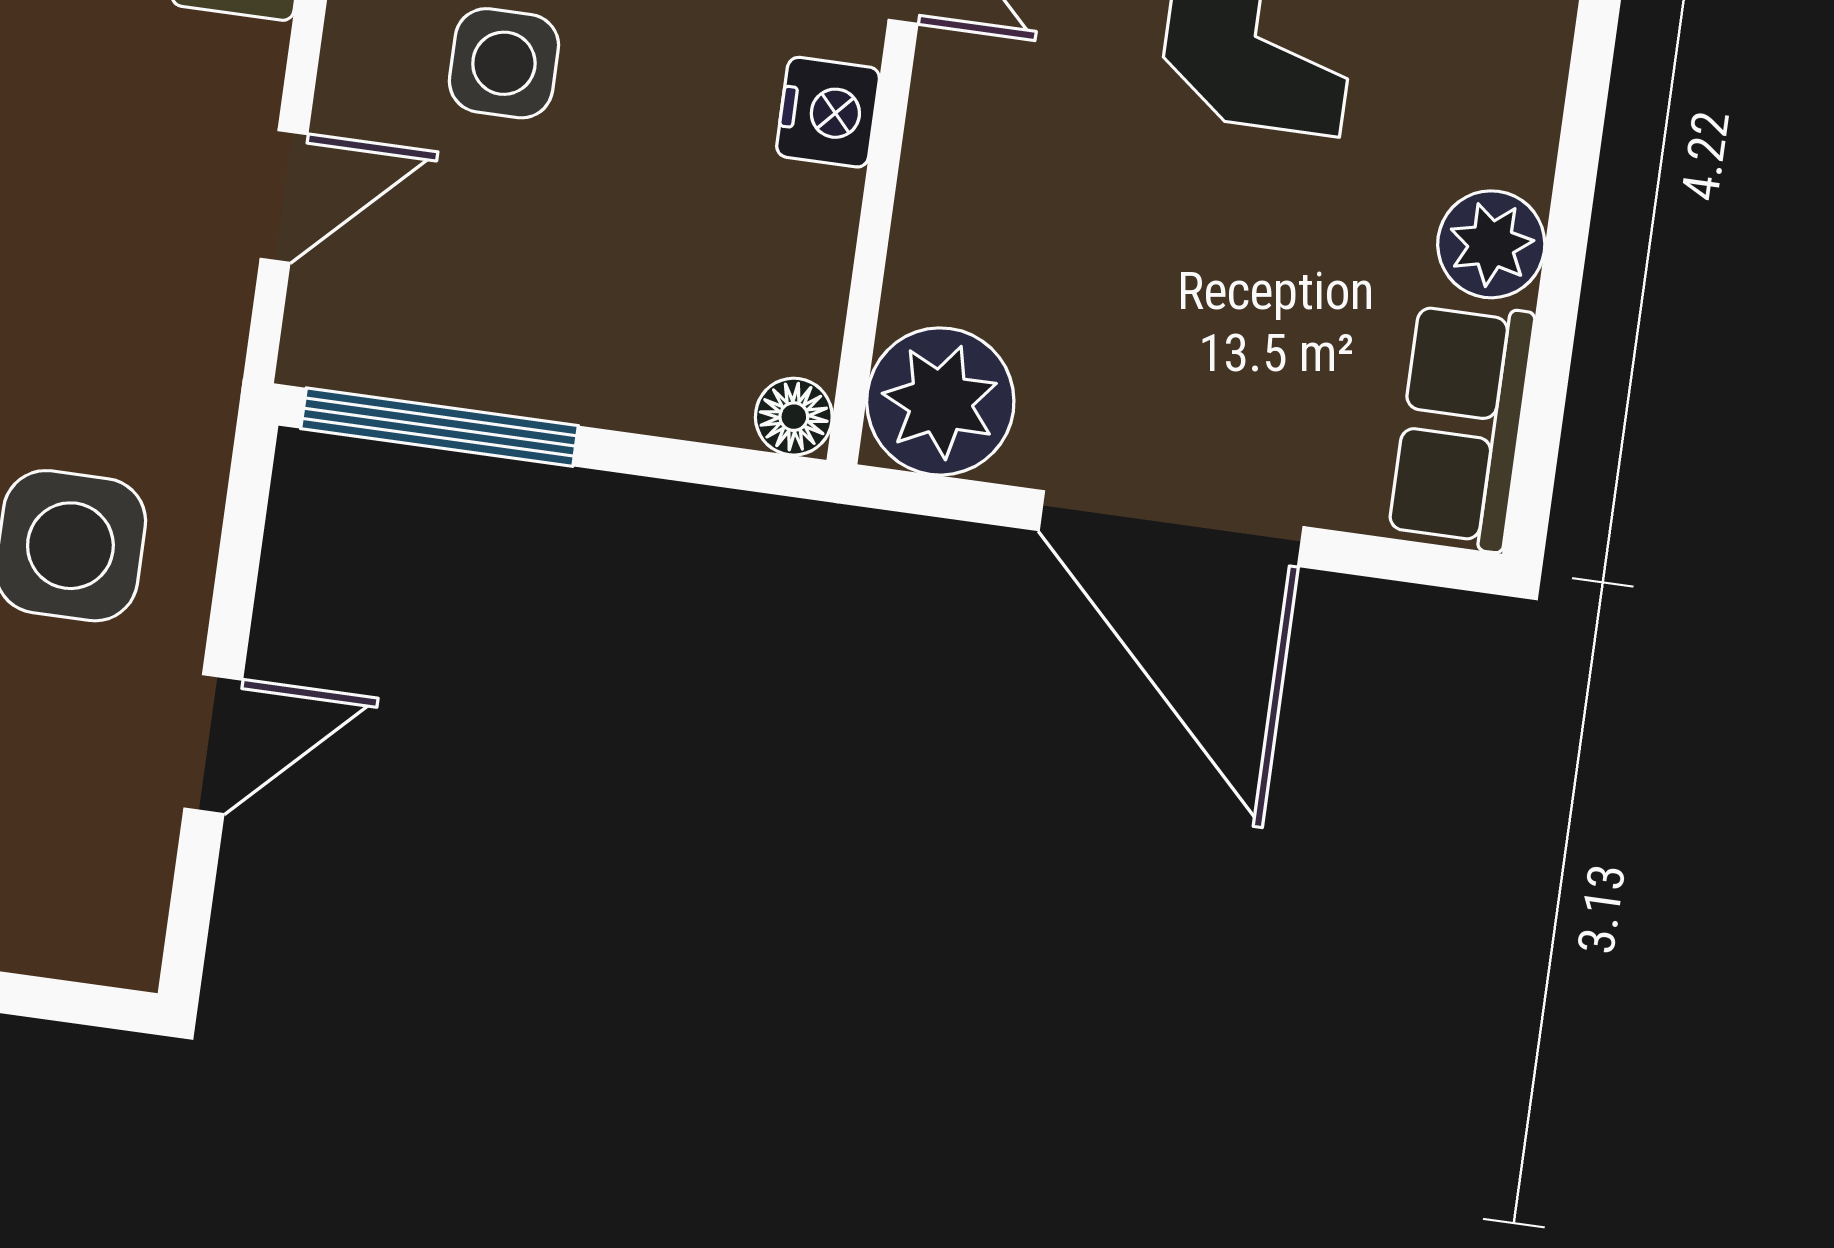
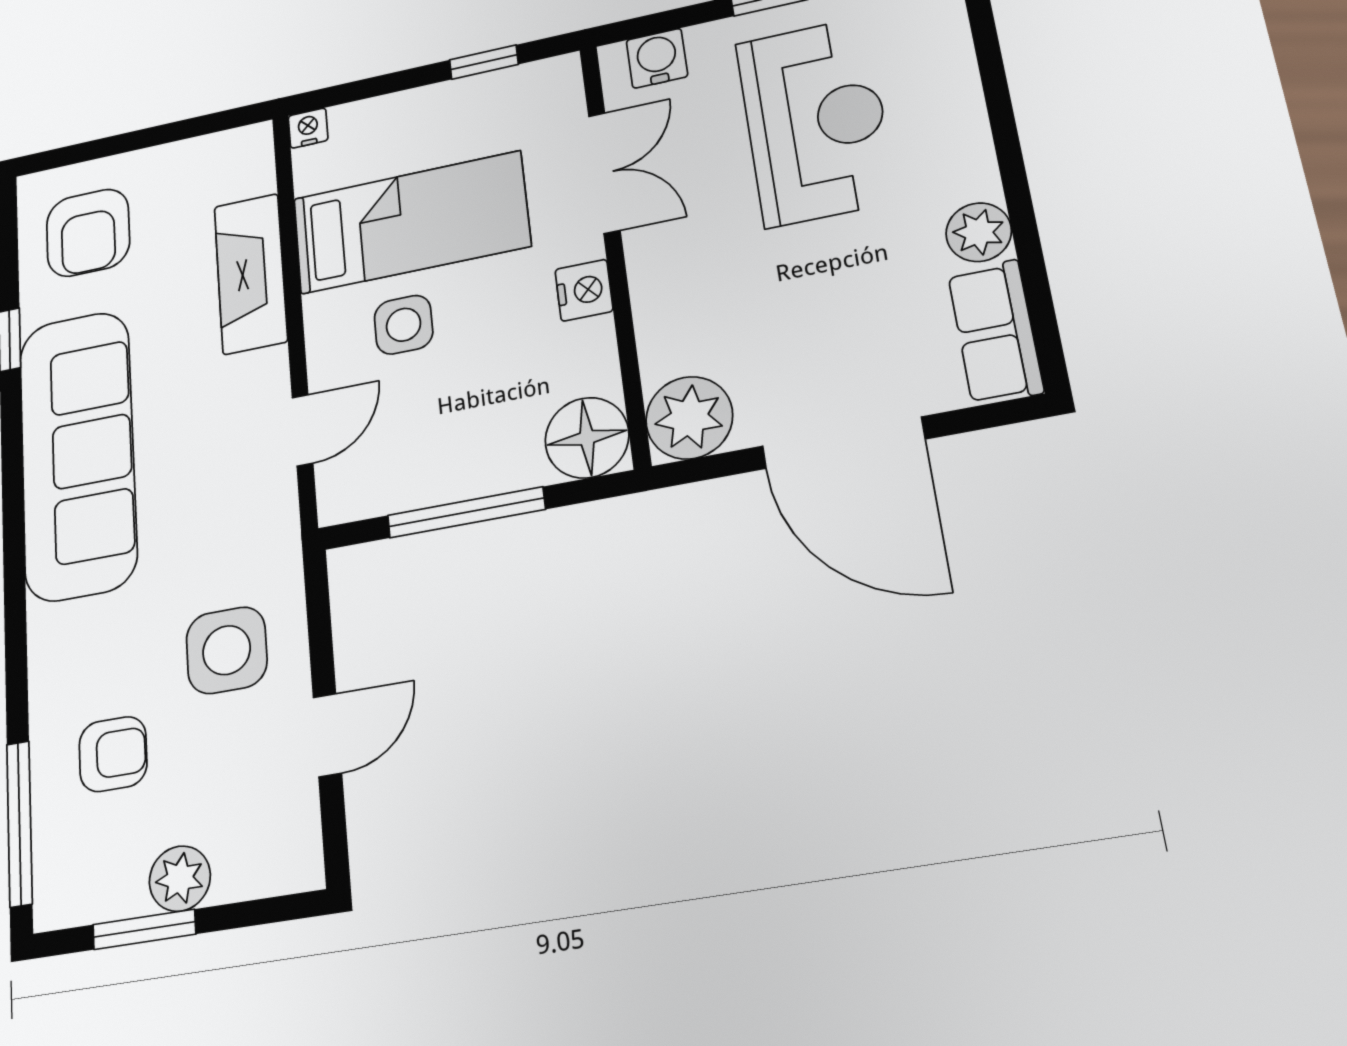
floor lamp: (794, 417) -> (587, 438), width x1.89, depth x1.89
window: (440, 427) -> (466, 512), moved

